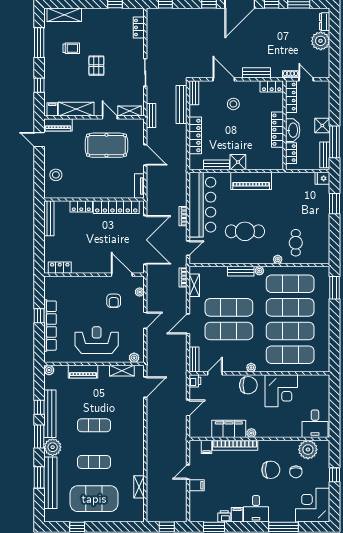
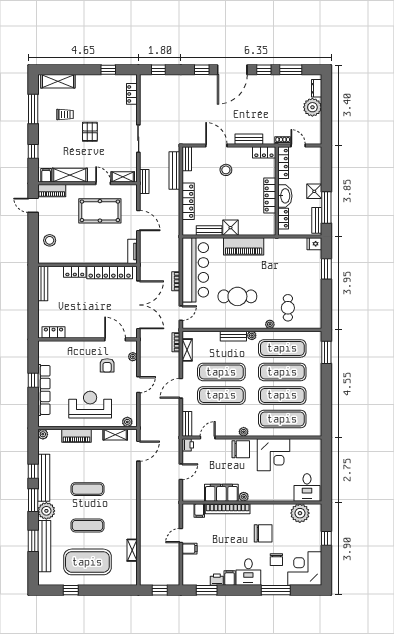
chair: (296, 472) -> (276, 560), moved

